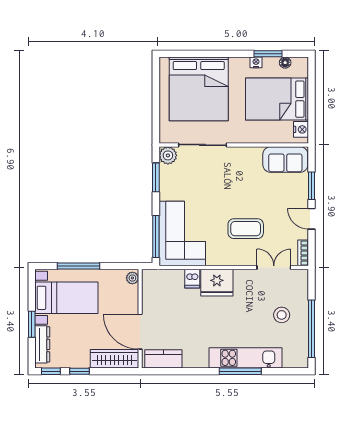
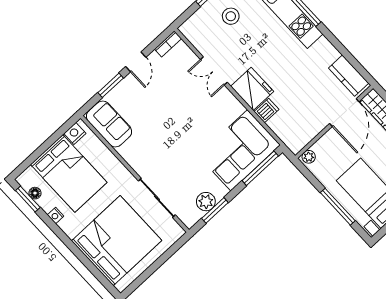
window: (268, 54) -> (28, 199), moved
plant: (168, 155) -> (206, 202), moved
coffee table: (246, 229) -> (190, 105), removed
double door: (274, 268) -> (214, 71), moved

